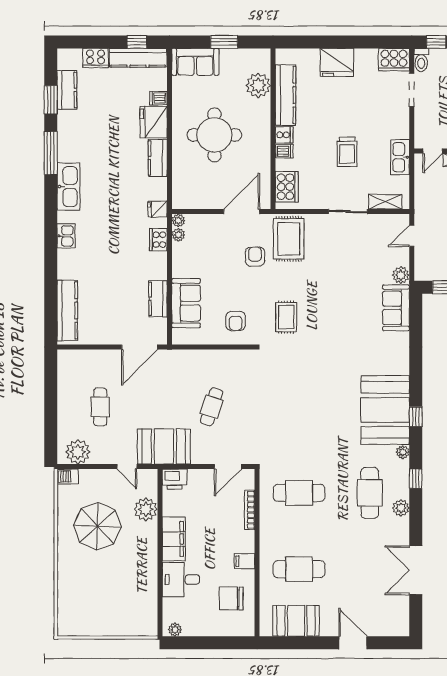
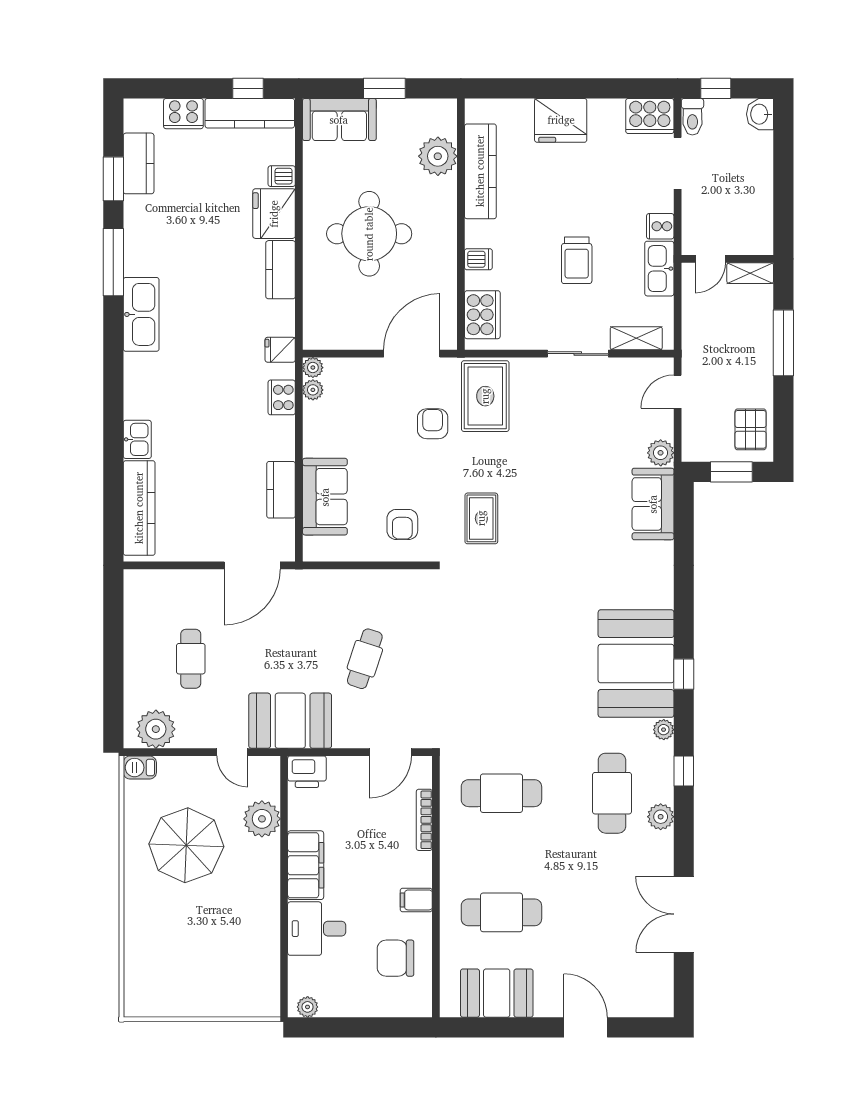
cooker: (284, 135) -> (660, 226), moved, turned 180
kitchen sink: (66, 236) -> (137, 439), moved

